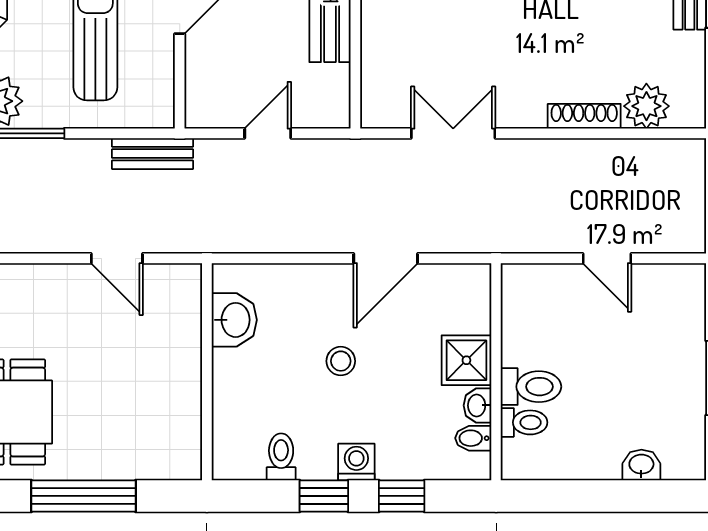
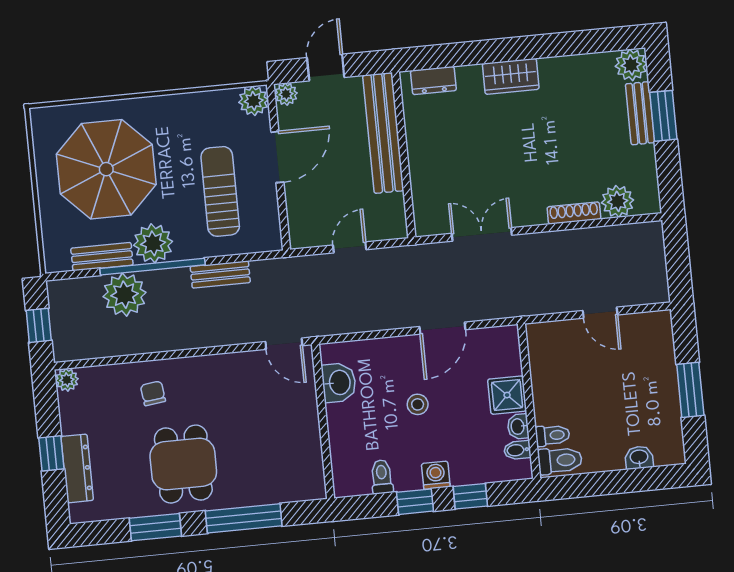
bench: (152, 154) -> (220, 274), moved
door: (117, 258) -> (284, 344), moved
toilet: (531, 387) -> (560, 460), moved

